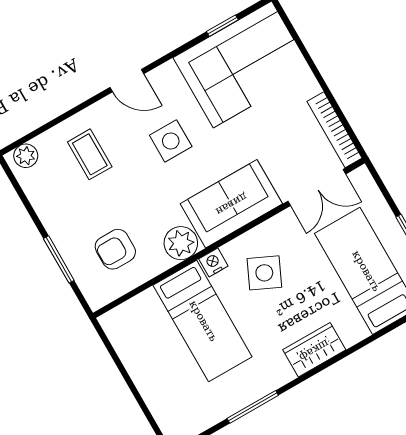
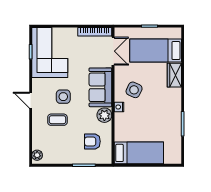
door: (127, 81) -> (31, 100), swing flipped
coffee table: (90, 154) -> (57, 120), moved
armchair: (115, 249) -> (92, 141), turned 90
bed: (203, 321) -> (139, 153), moved
wardrobe: (314, 350) -> (174, 75), moved

